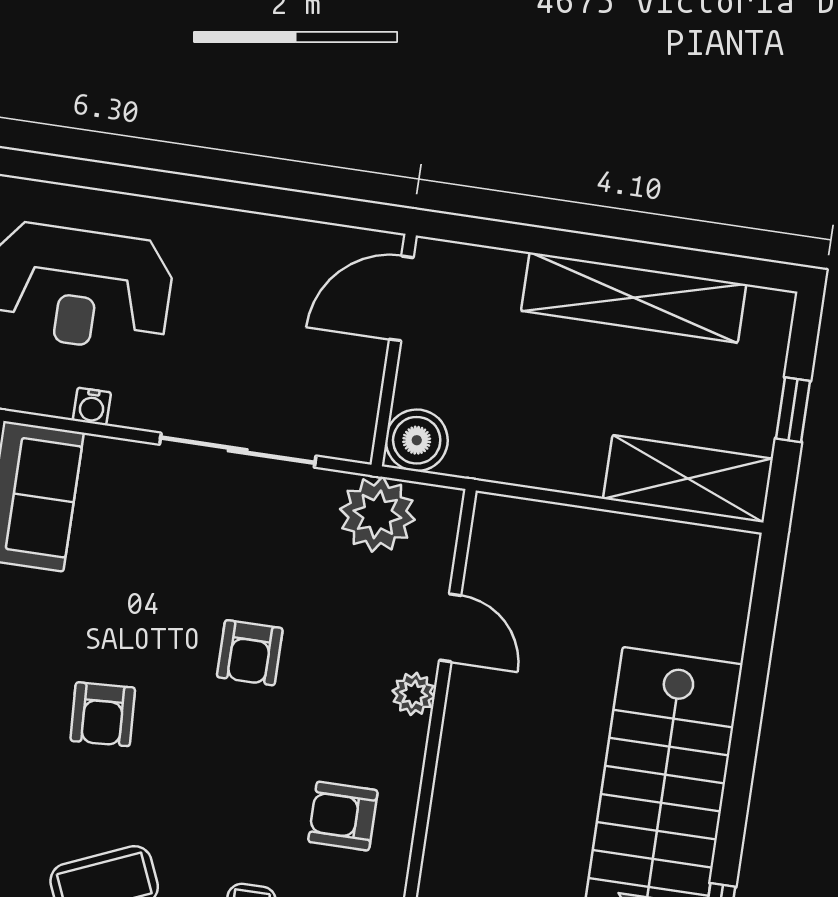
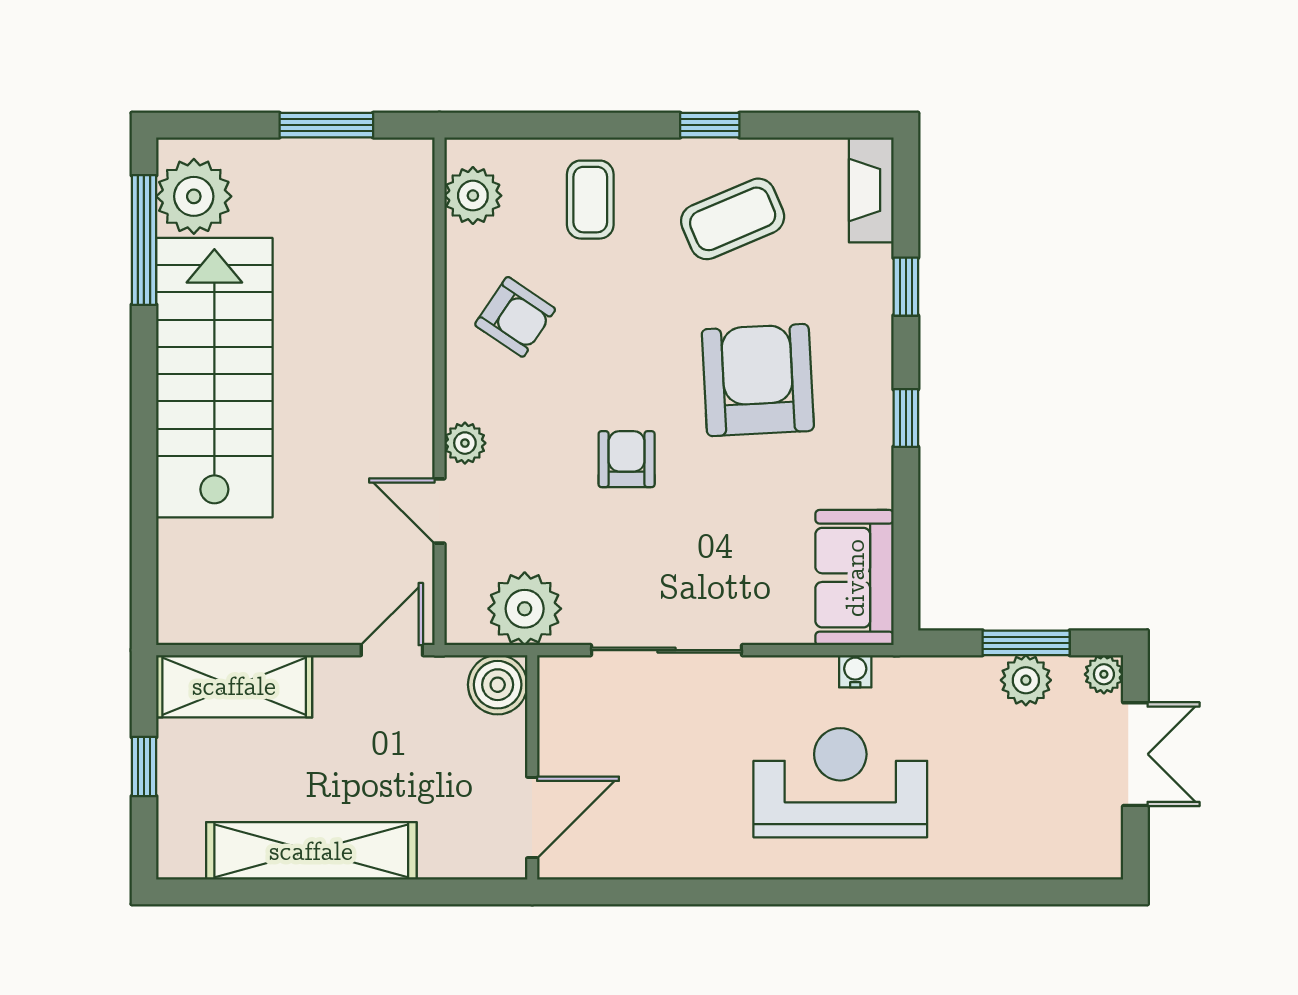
water cooler: (92, 406) -> (855, 671), moved
door: (520, 492) -> (392, 650), added
armchair: (103, 714) -> (758, 380), width x1.88, depth x1.88
armchair: (343, 816) -> (515, 317), turned 34

